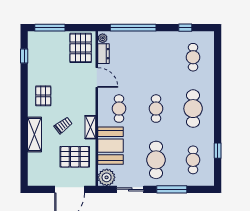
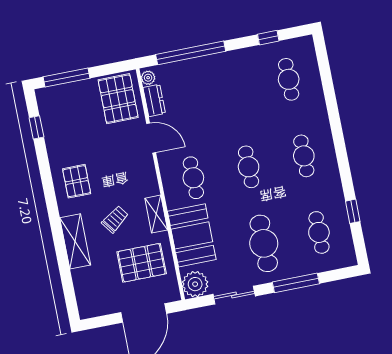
cafe table: (193, 109) -> (304, 156), width x0.73, depth x0.74

